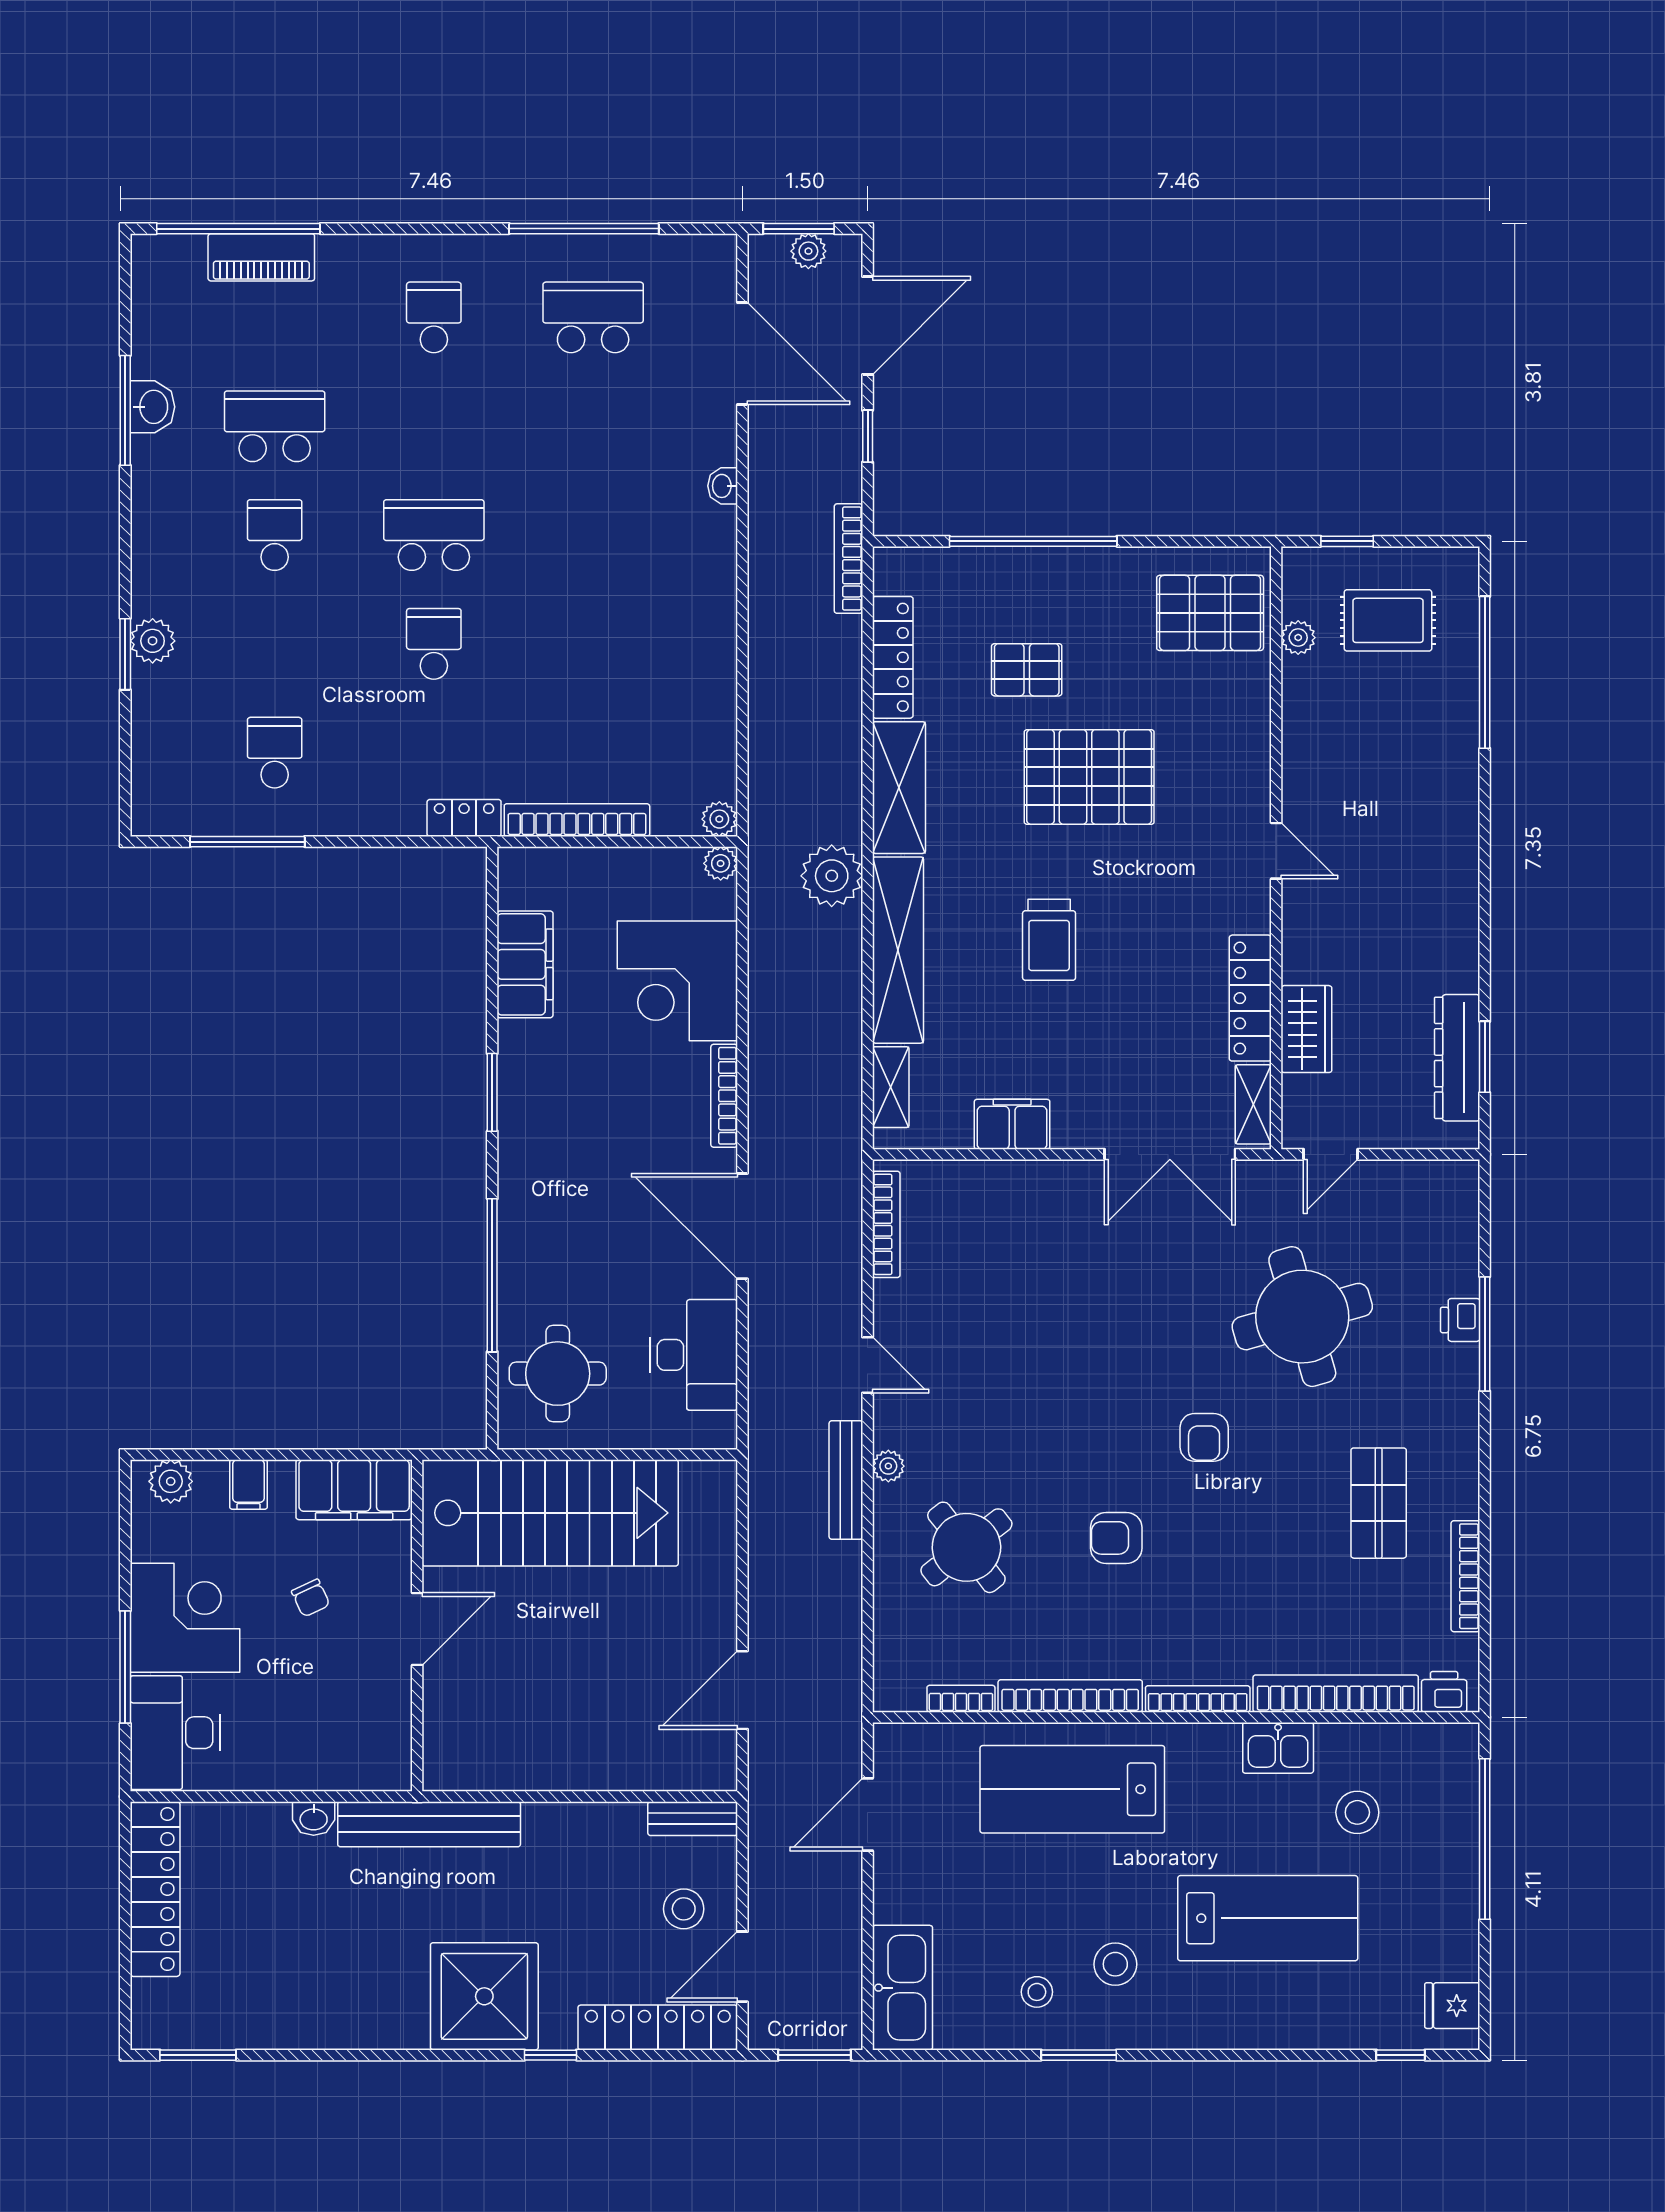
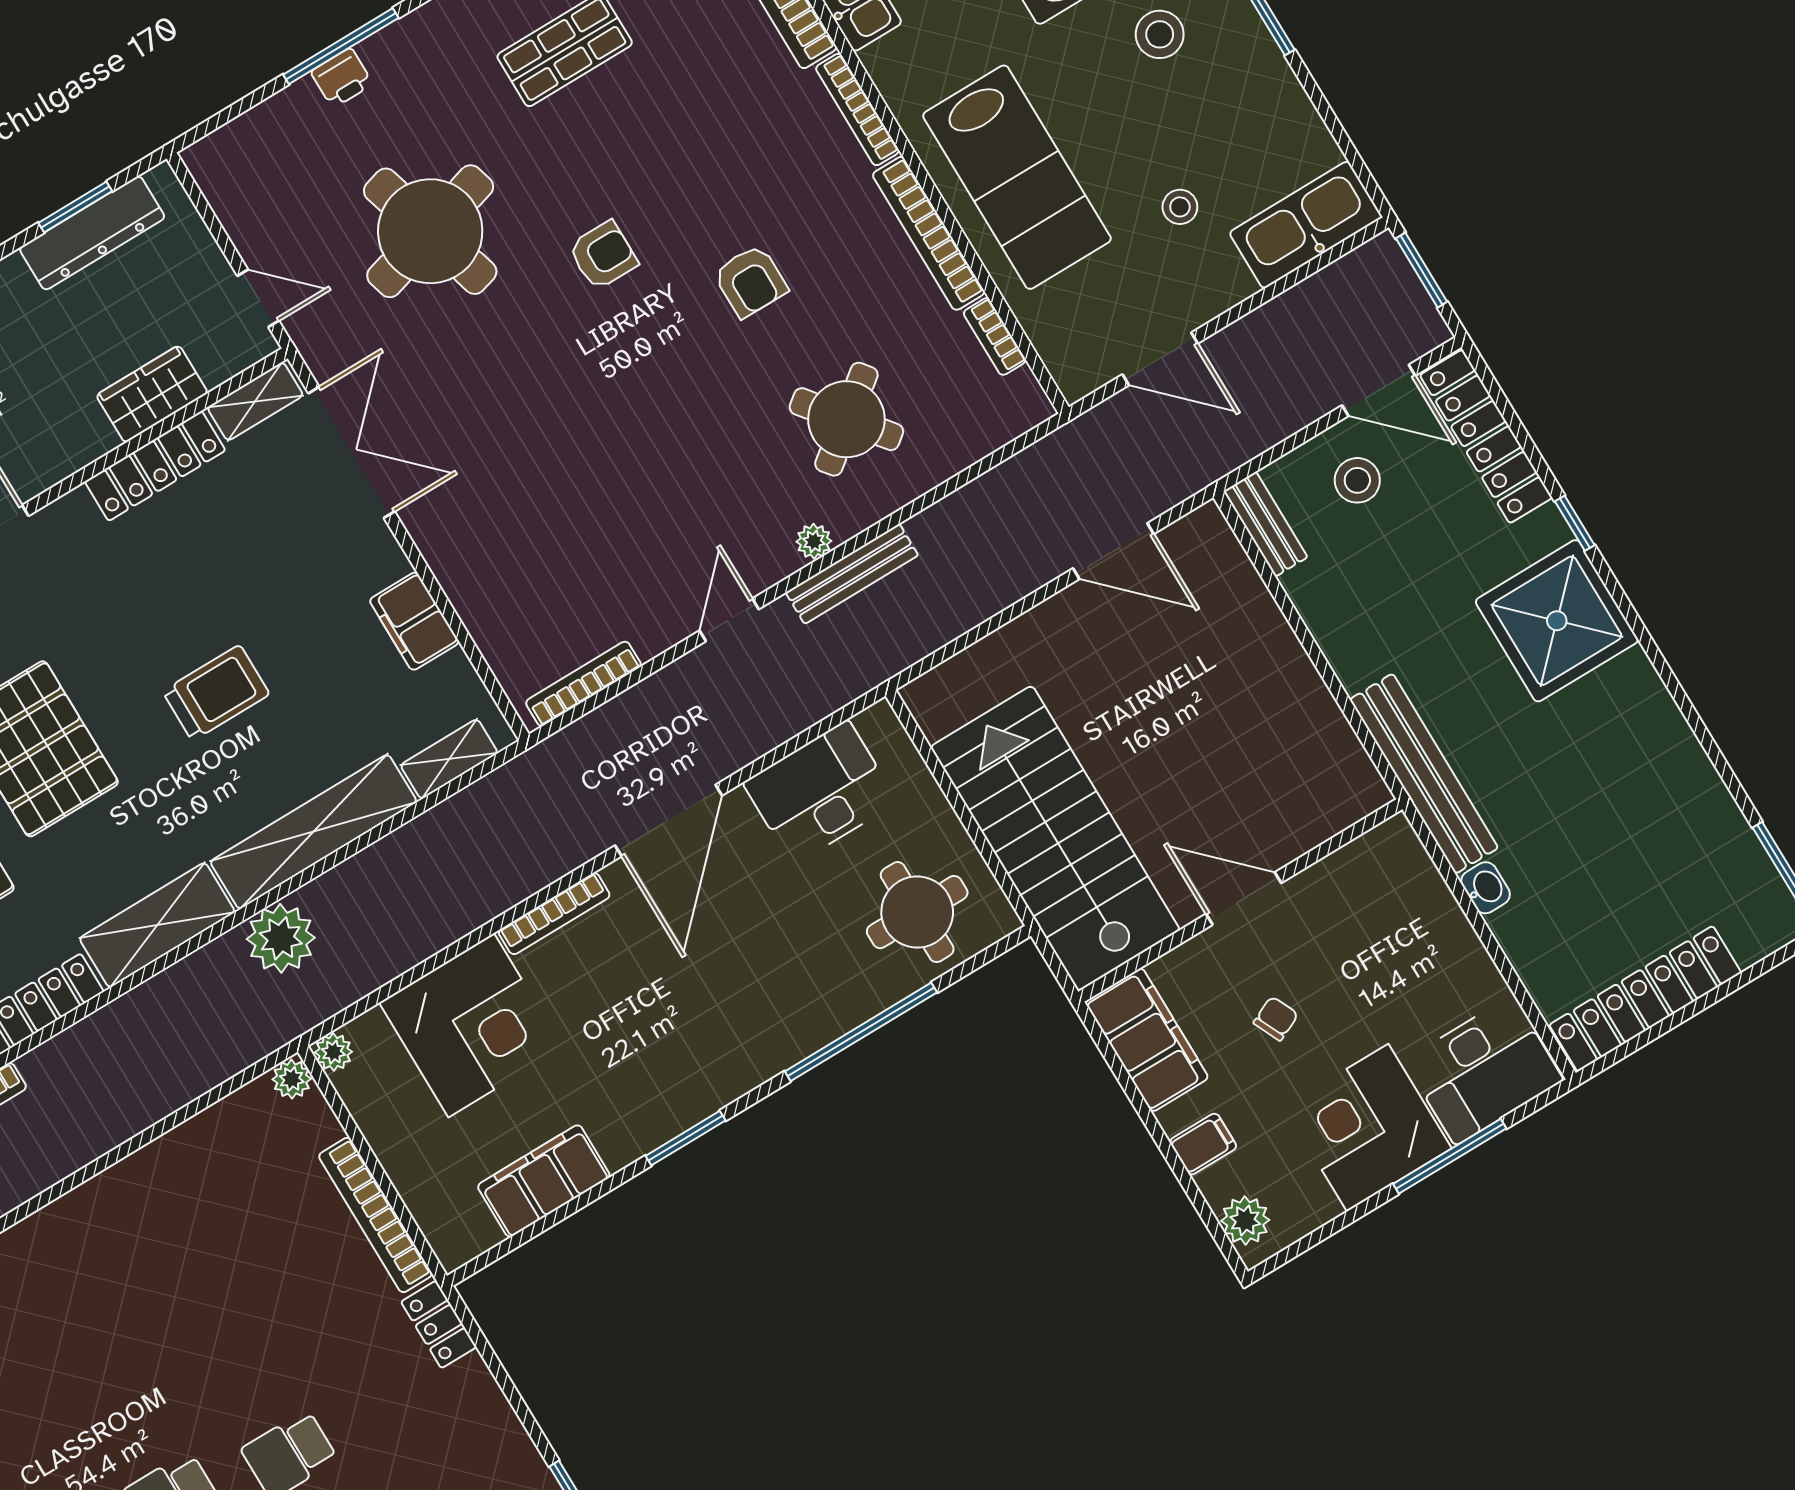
stool: (1037, 1992) -> (1180, 207), moved

